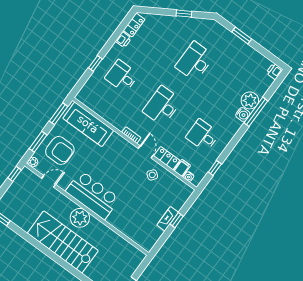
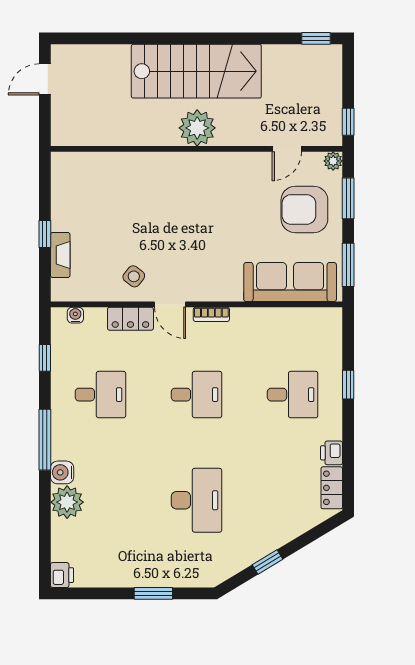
desk: (162, 106) -> (197, 395), width x0.73
window: (256, 112) -> (45, 440), moved
filing cabinet: (182, 168) -> (95, 321), removed
bar counter: (93, 195) -> (203, 178), removed
fireplace: (168, 219) -> (60, 255), moved

